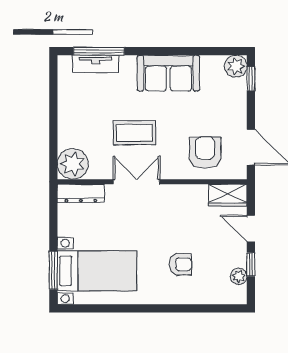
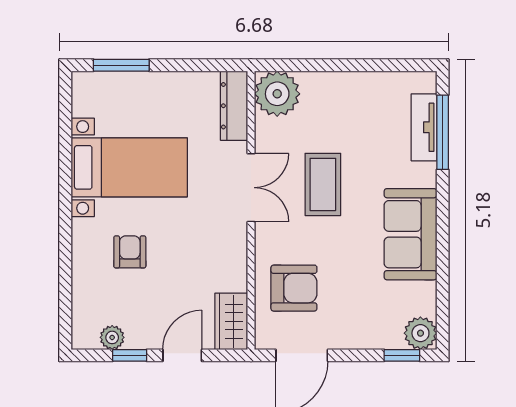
armchair: (180, 264) -> (130, 252), turned 180
bed with nightstands: (97, 271) -> (129, 167), moved, turned -90

